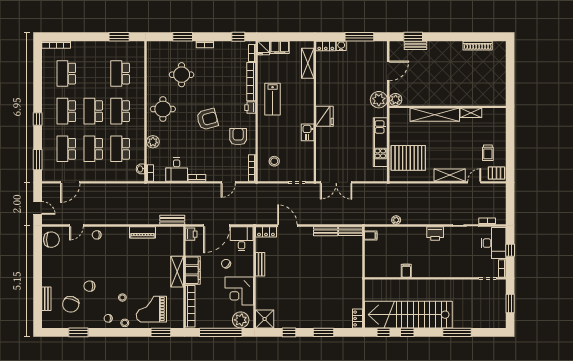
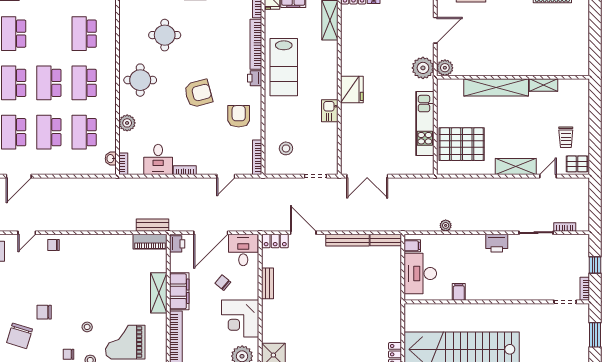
lab bench: (273, 99) -> (284, 67), width x1.36, depth x1.39
bench: (326, 231) -> (348, 240), width x1.36
piano: (142, 232) -> (150, 242), moved
desk: (494, 243) -> (420, 274), moved, turned 180

